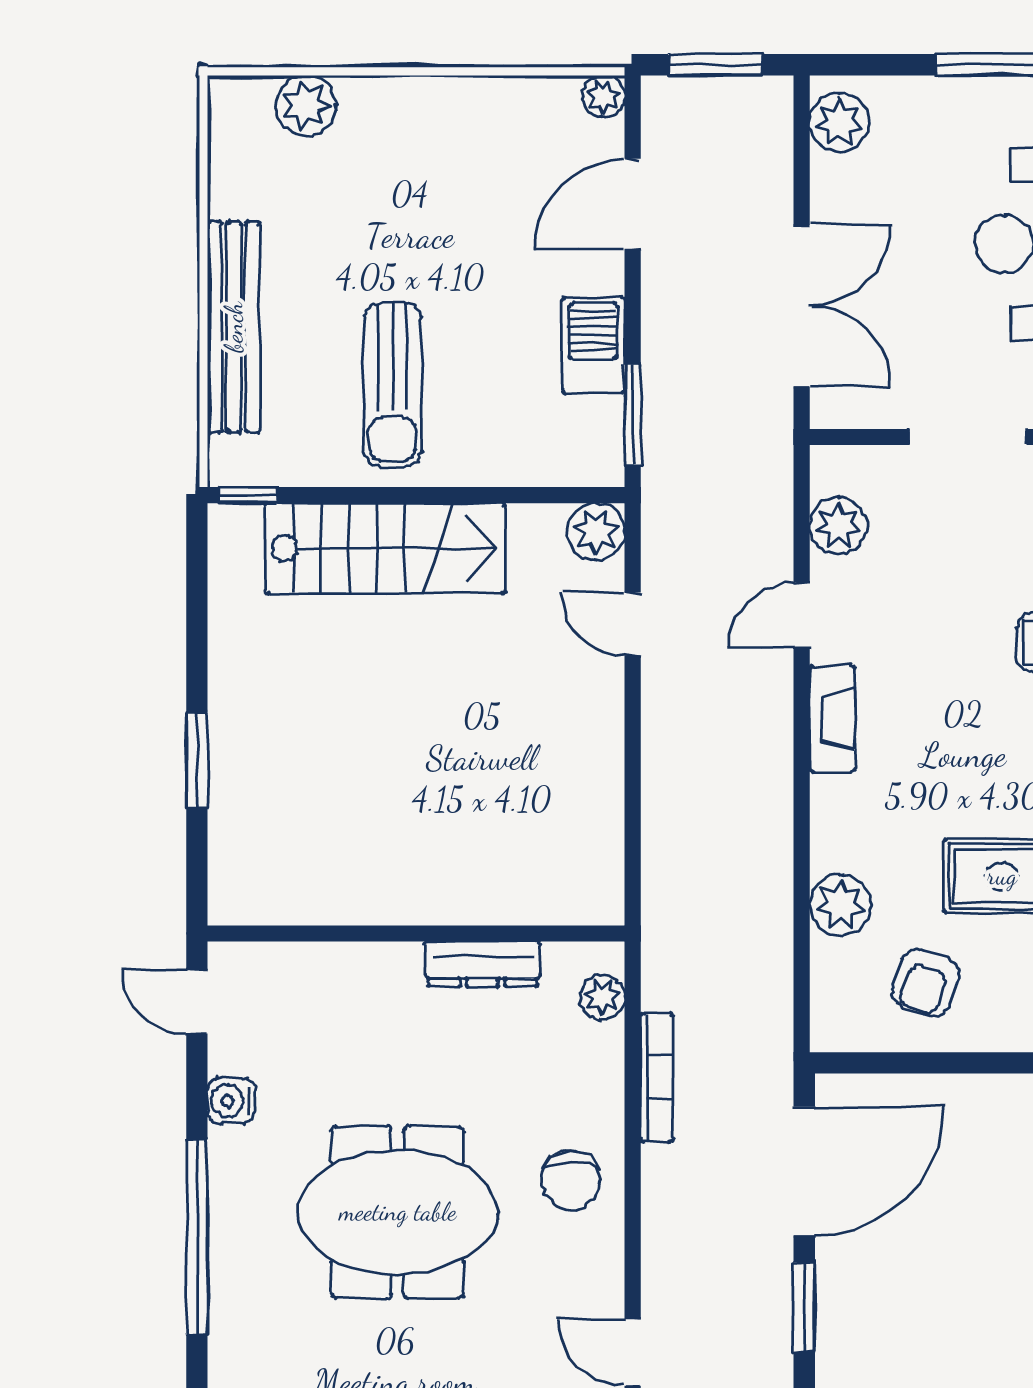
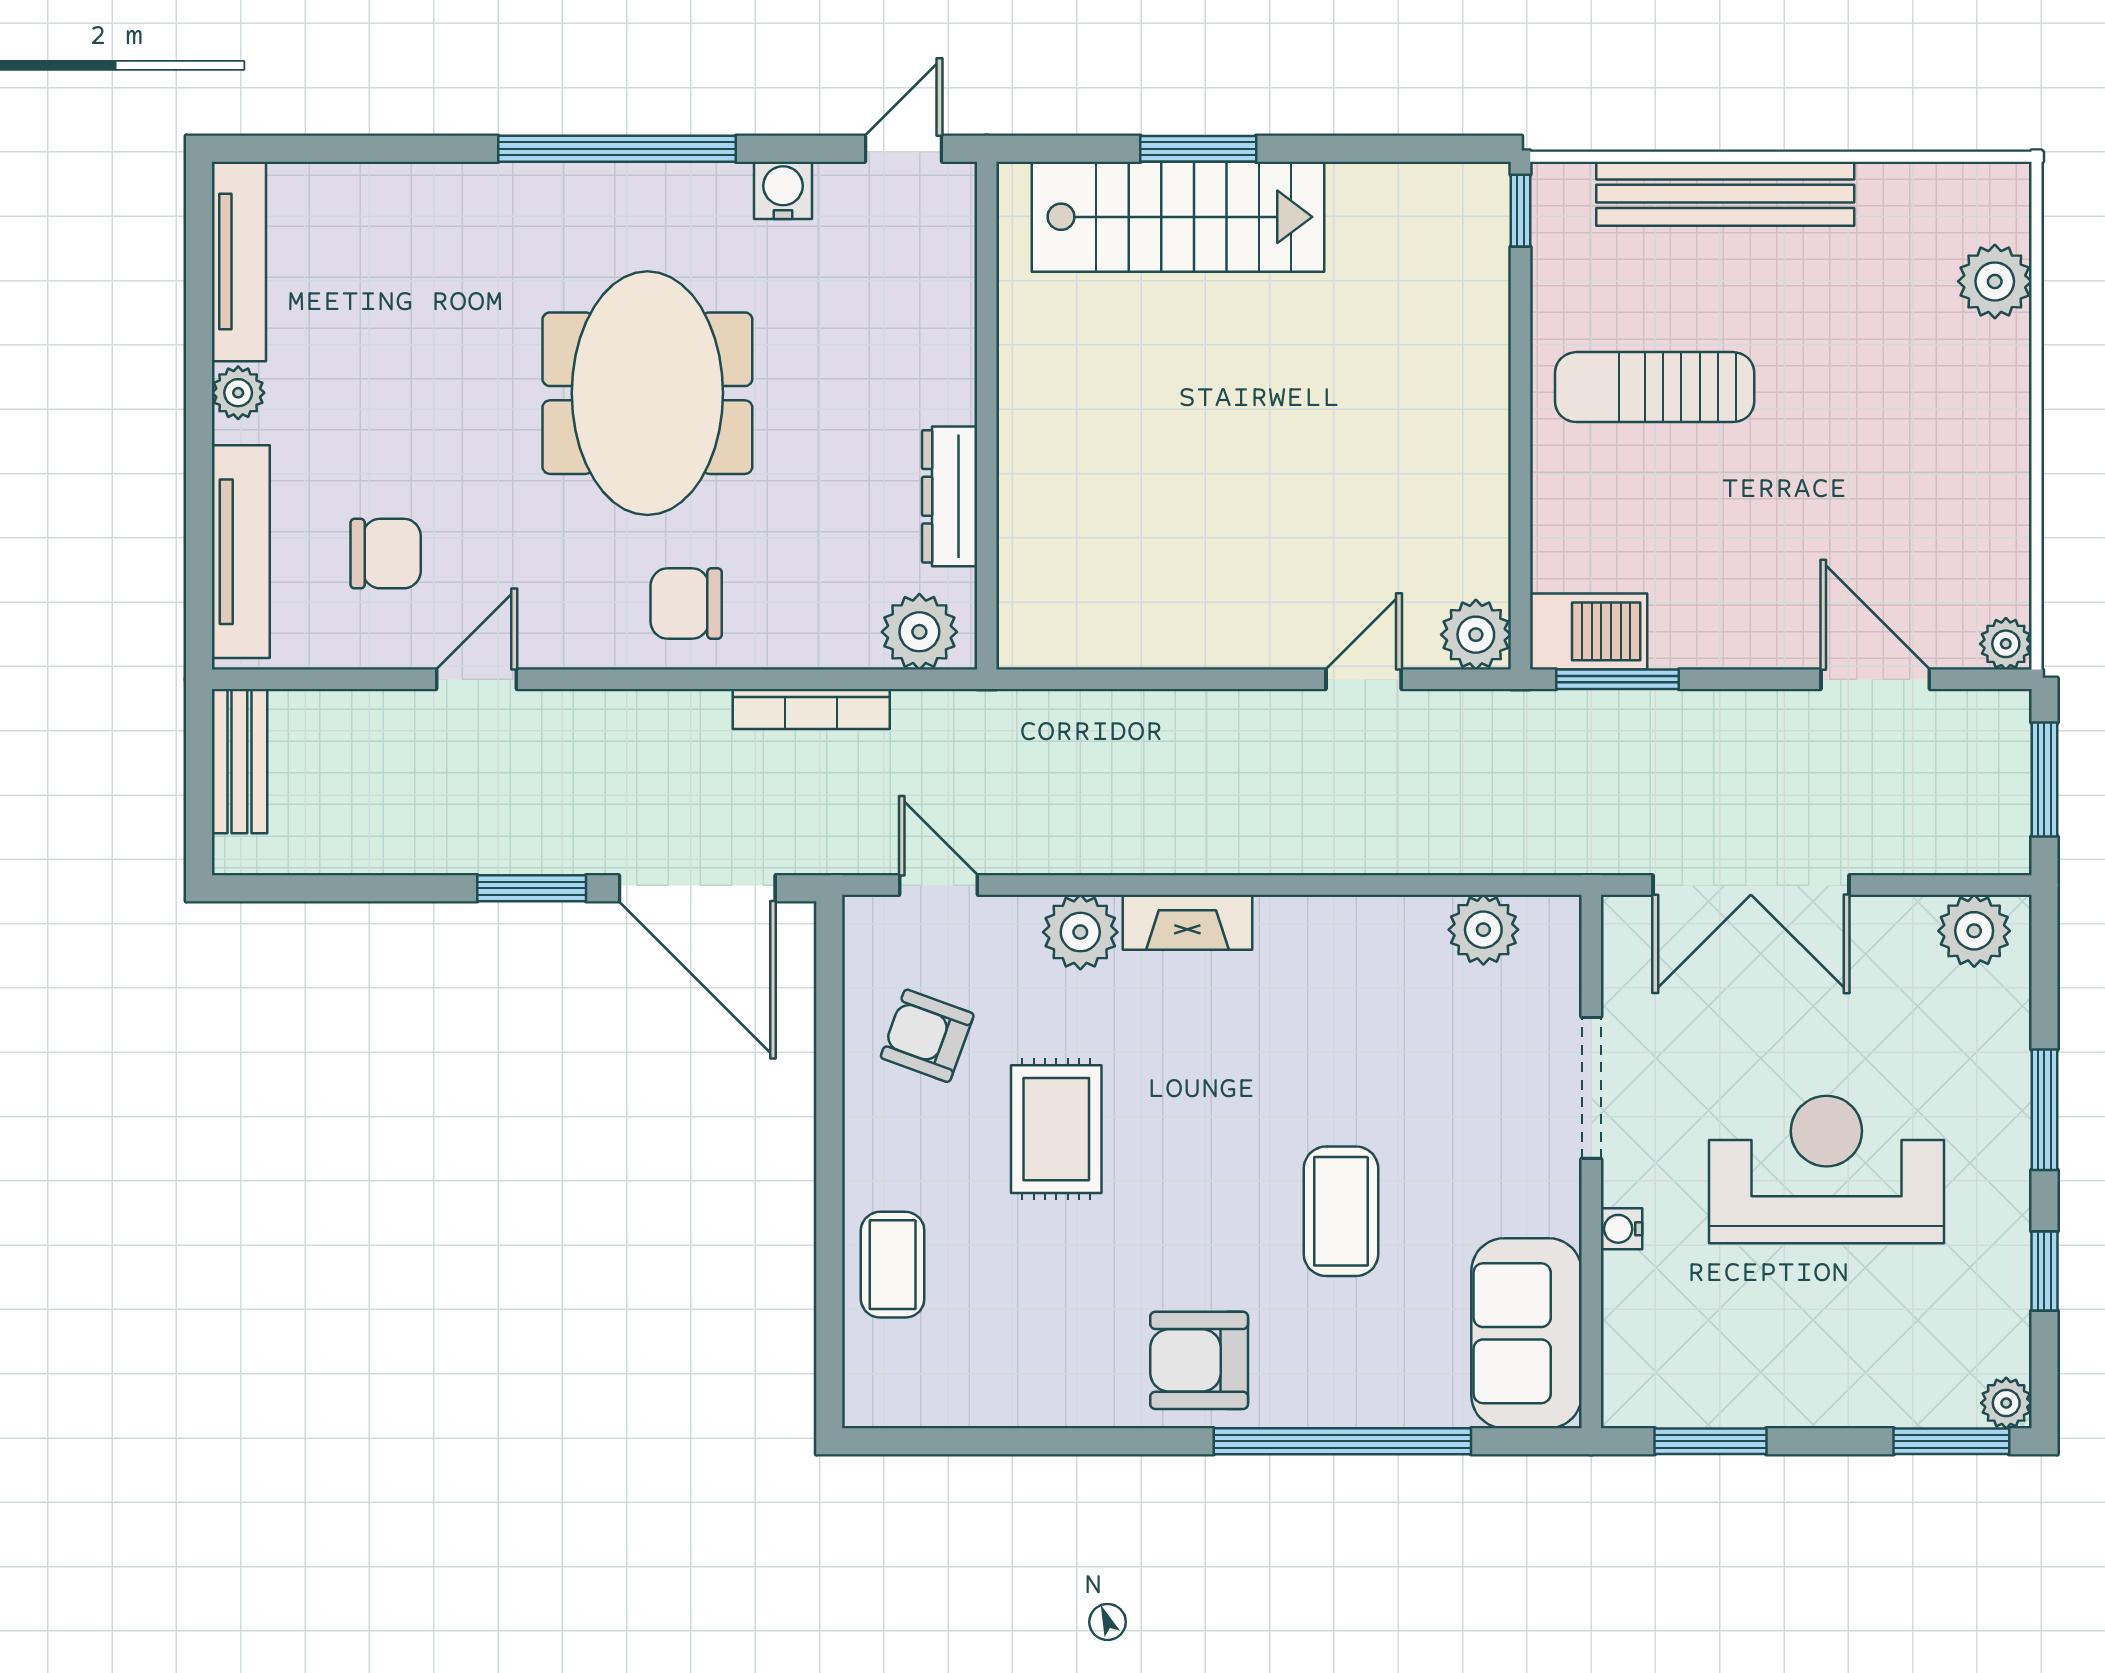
barbecue: (593, 345) -> (1589, 631), moved
stairs: (385, 548) -> (1178, 217), moved, turned -90
door: (802, 615) -> (939, 885), moved
fireplace: (832, 719) -> (1187, 922), moved
plant: (840, 905) -> (1080, 932), moved
plant: (602, 997) -> (919, 632), width x1.38, depth x1.38

